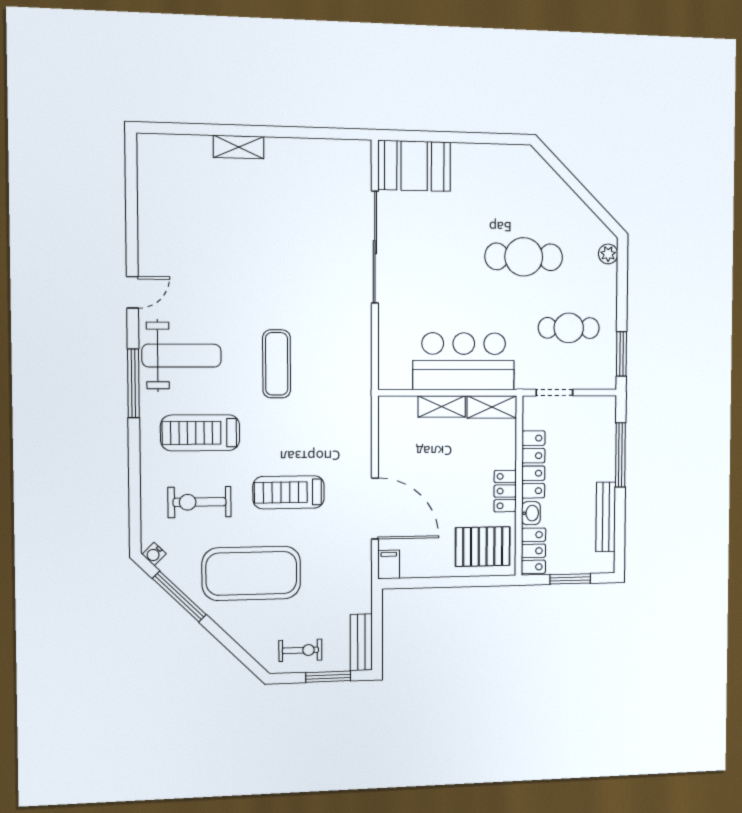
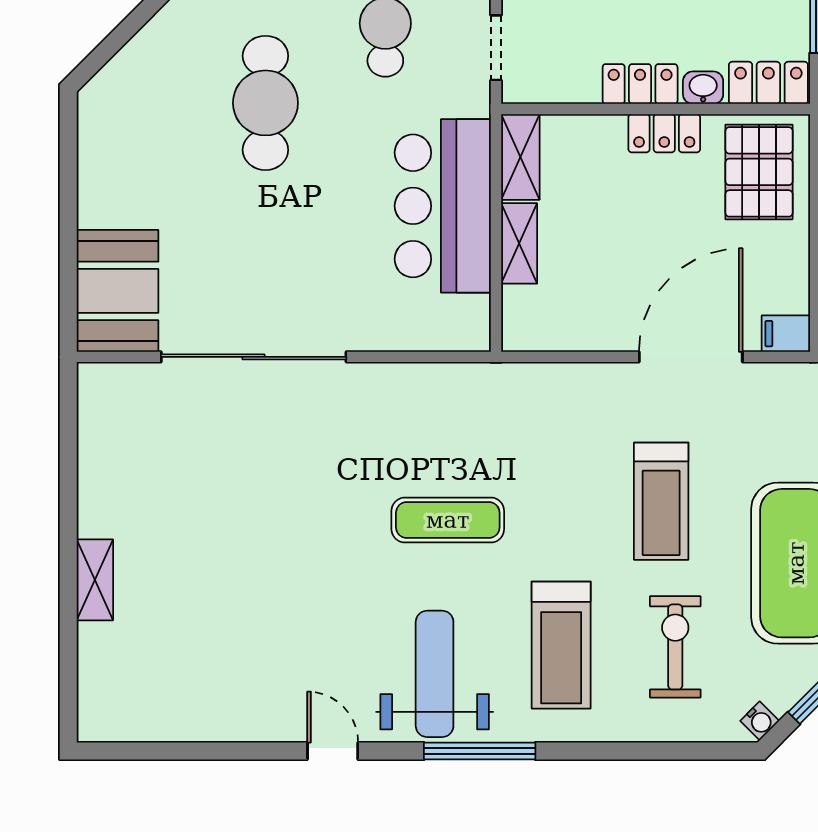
locker: (533, 464) -> (640, 84), width x0.66
exercise bike: (200, 502) -> (675, 647), turned 180

